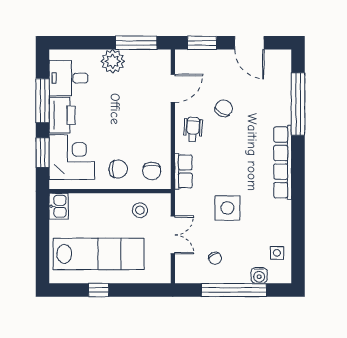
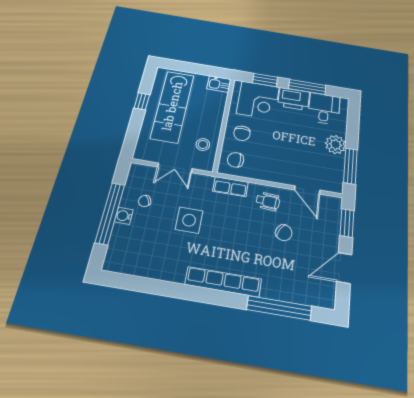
side table: (277, 253) -> (135, 261), removed
water cooler: (259, 275) -> (124, 216), moved

